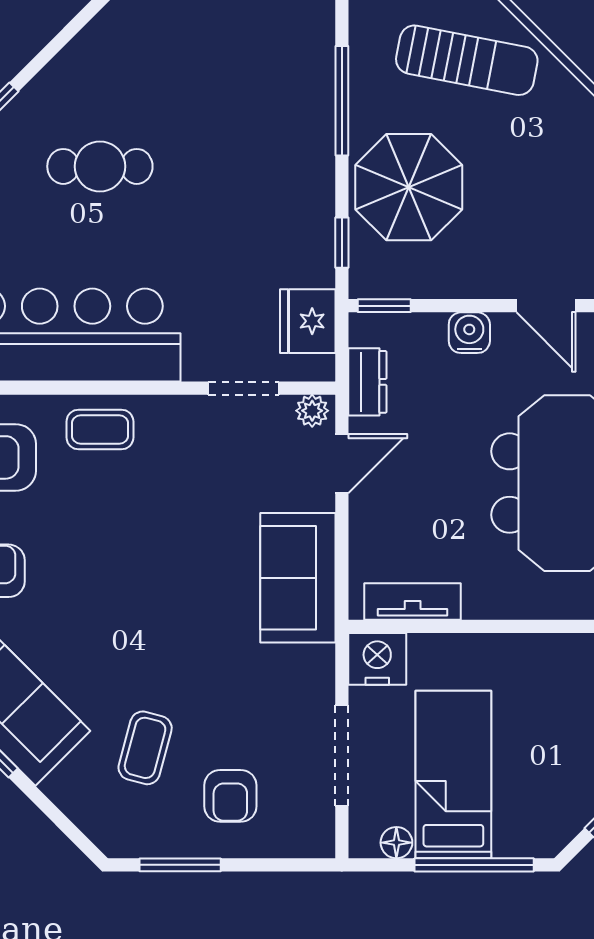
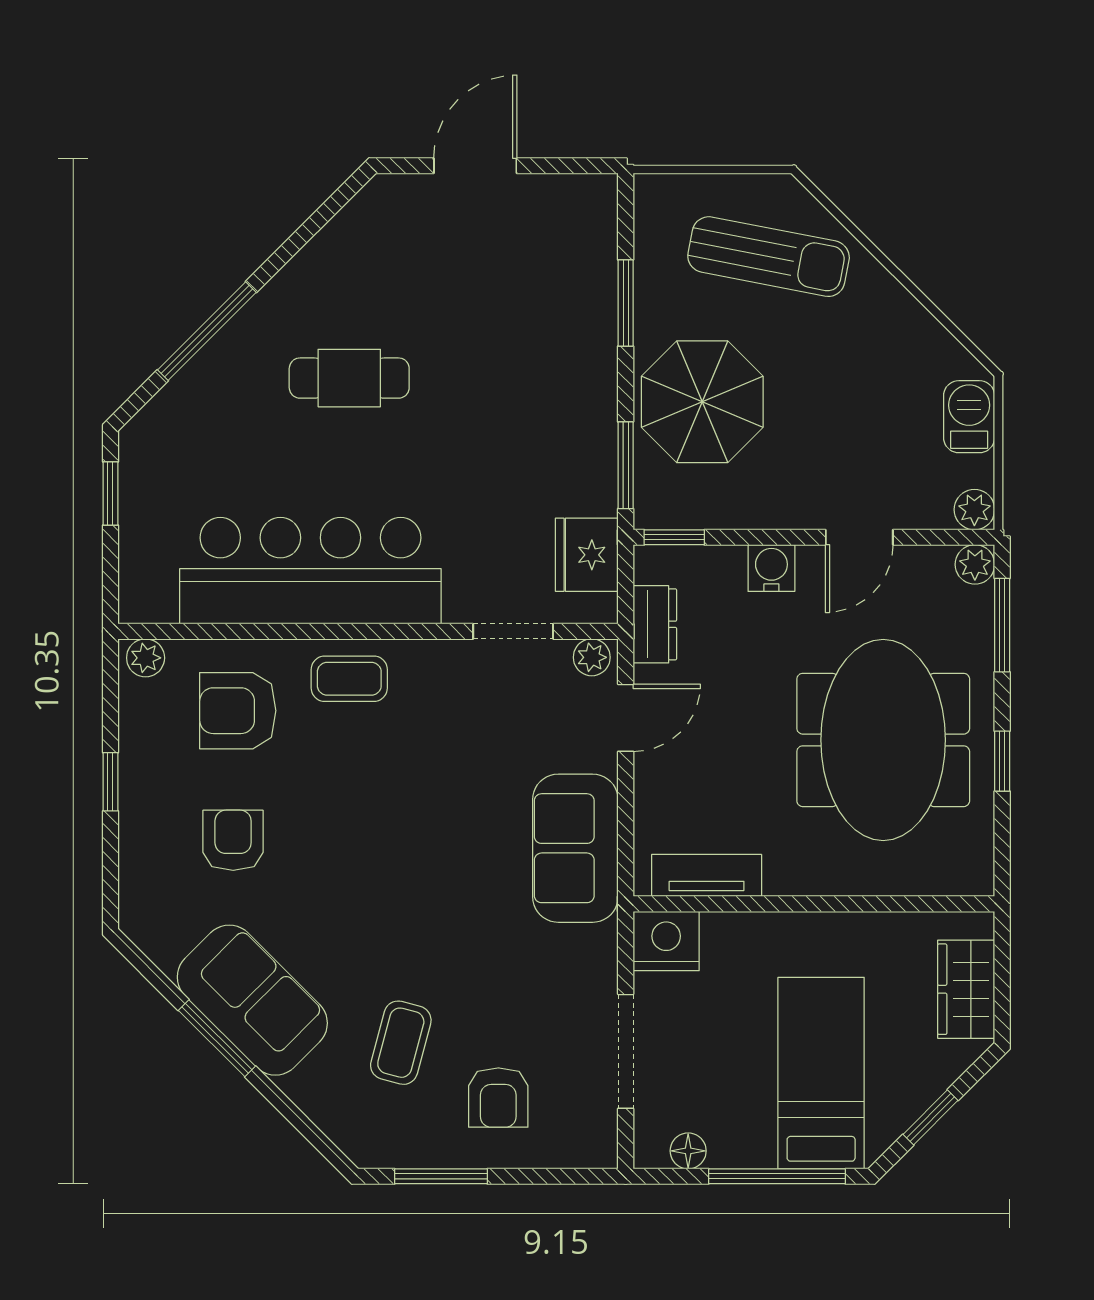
window: (342, 101) -> (626, 303), width x0.69
window: (342, 243) -> (626, 465), width x1.50
door: (546, 306) -> (859, 537), hinge flipped
bed: (453, 775) -> (821, 1073), moved

